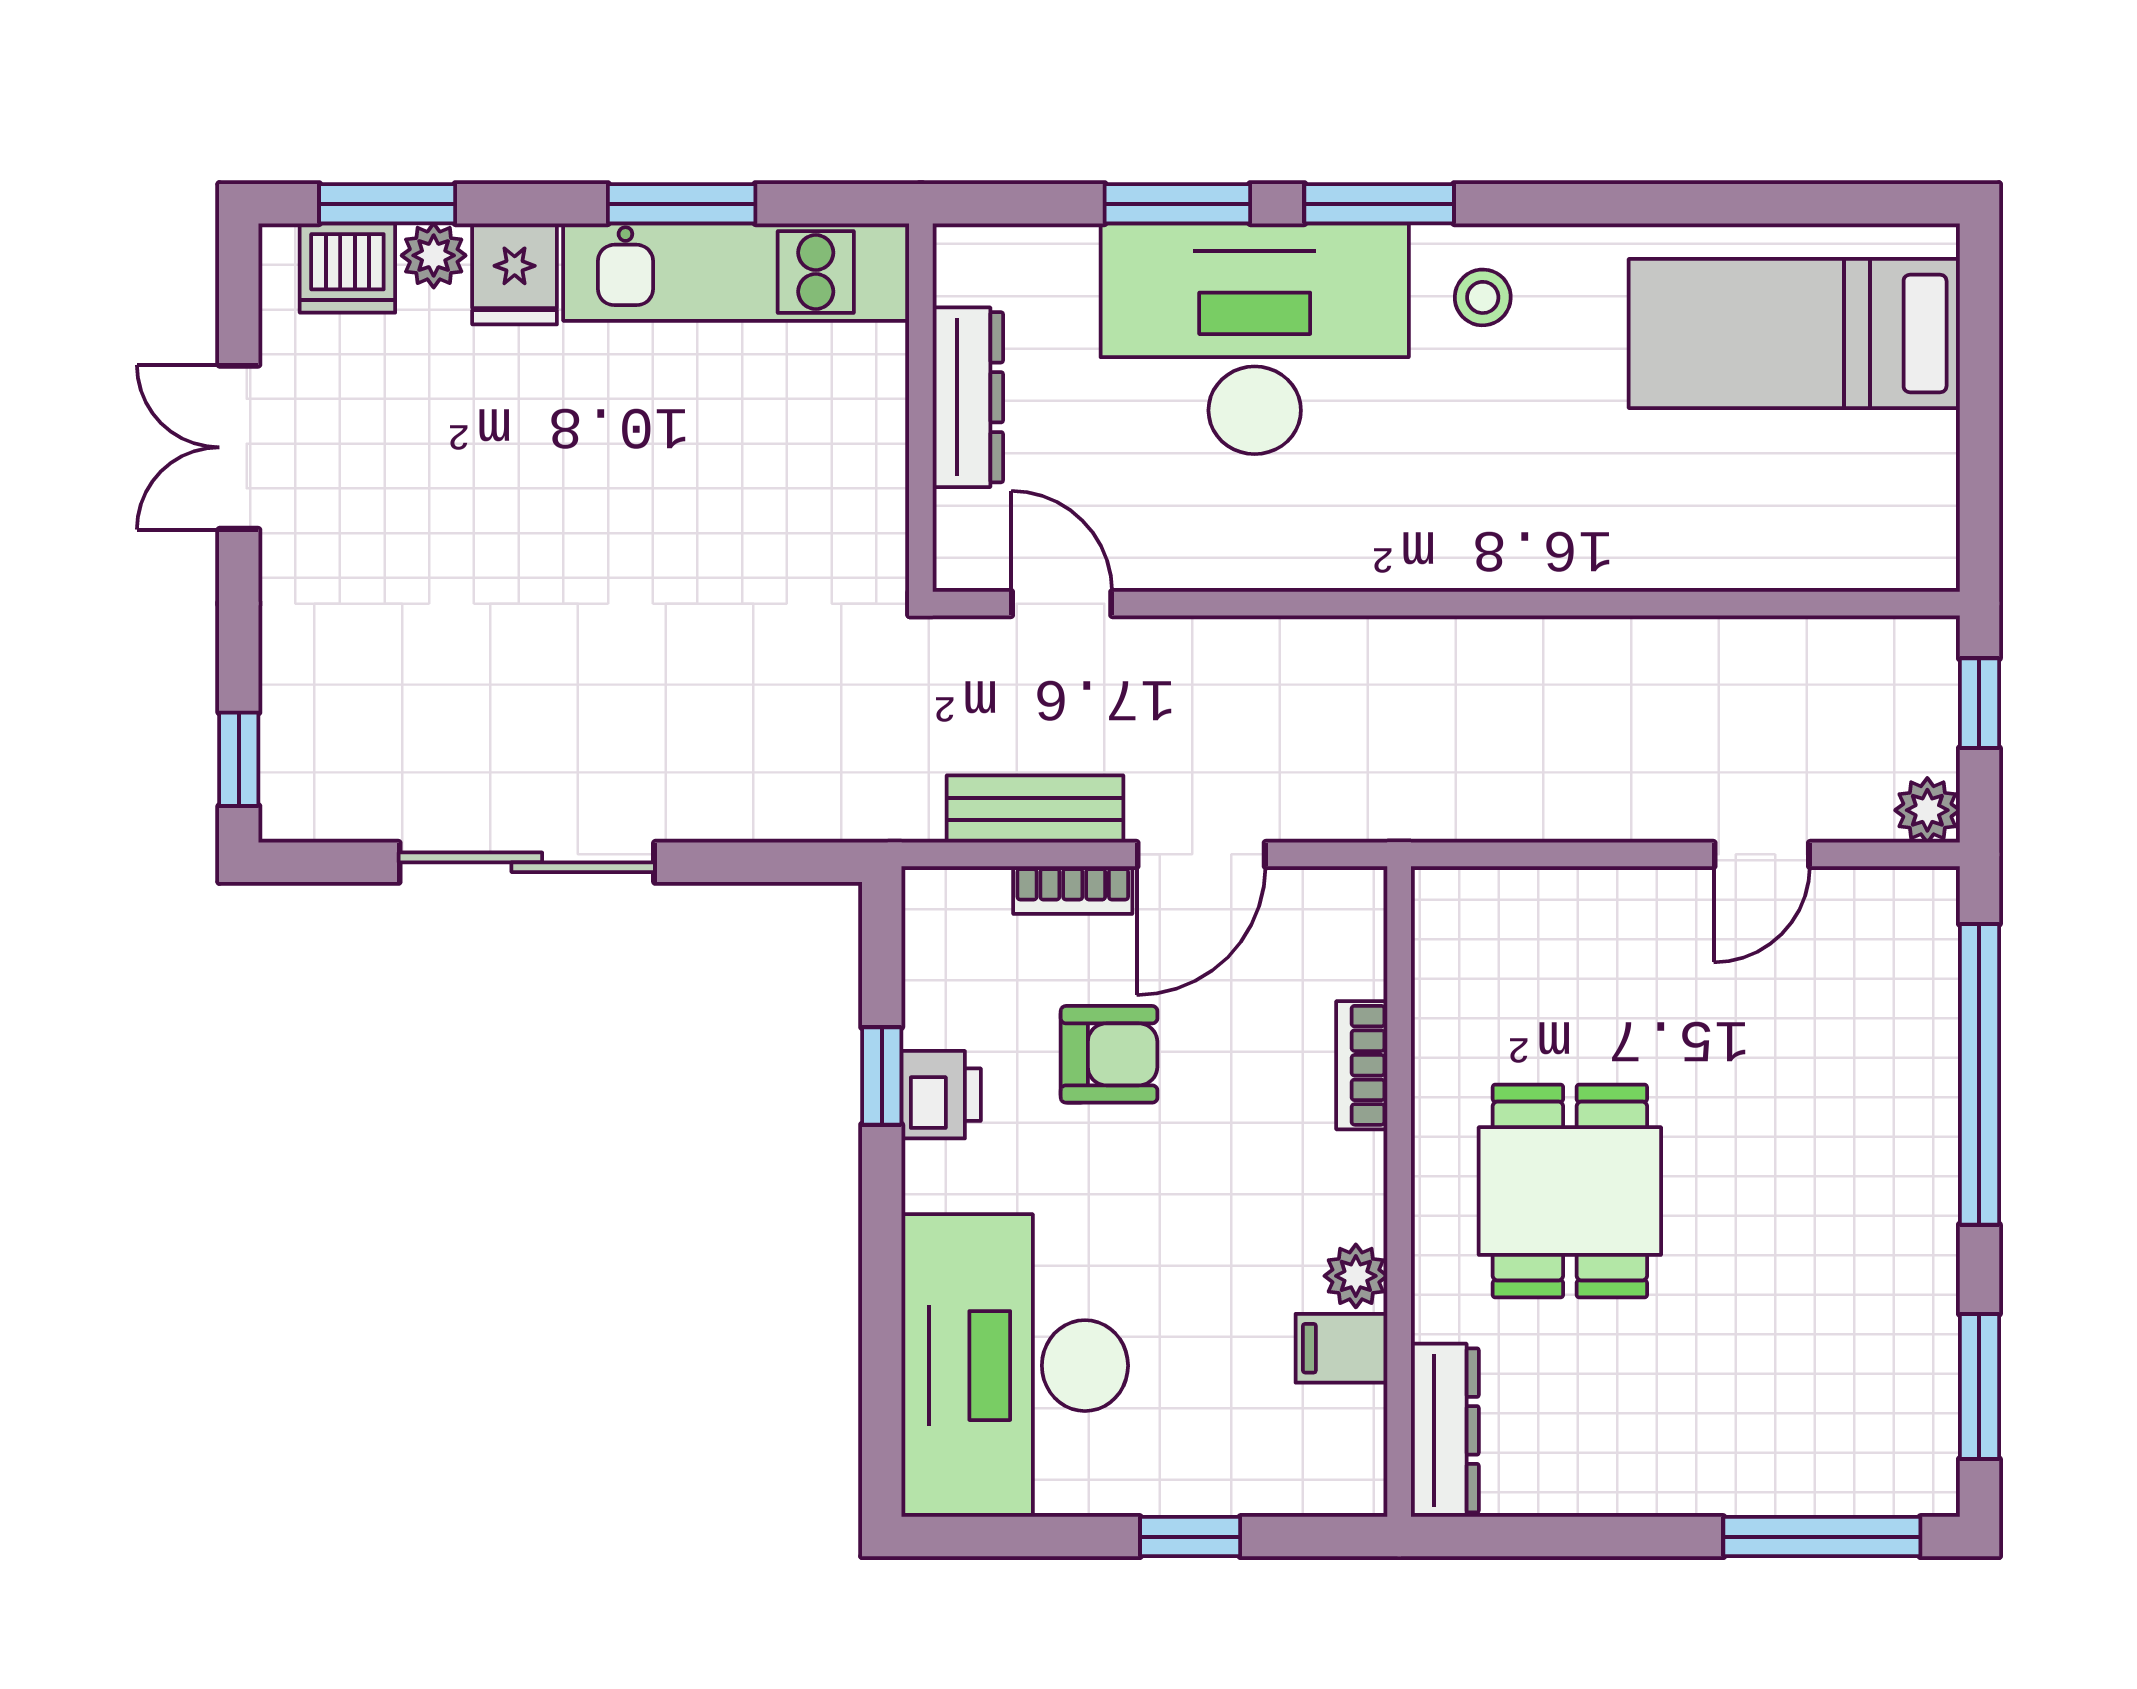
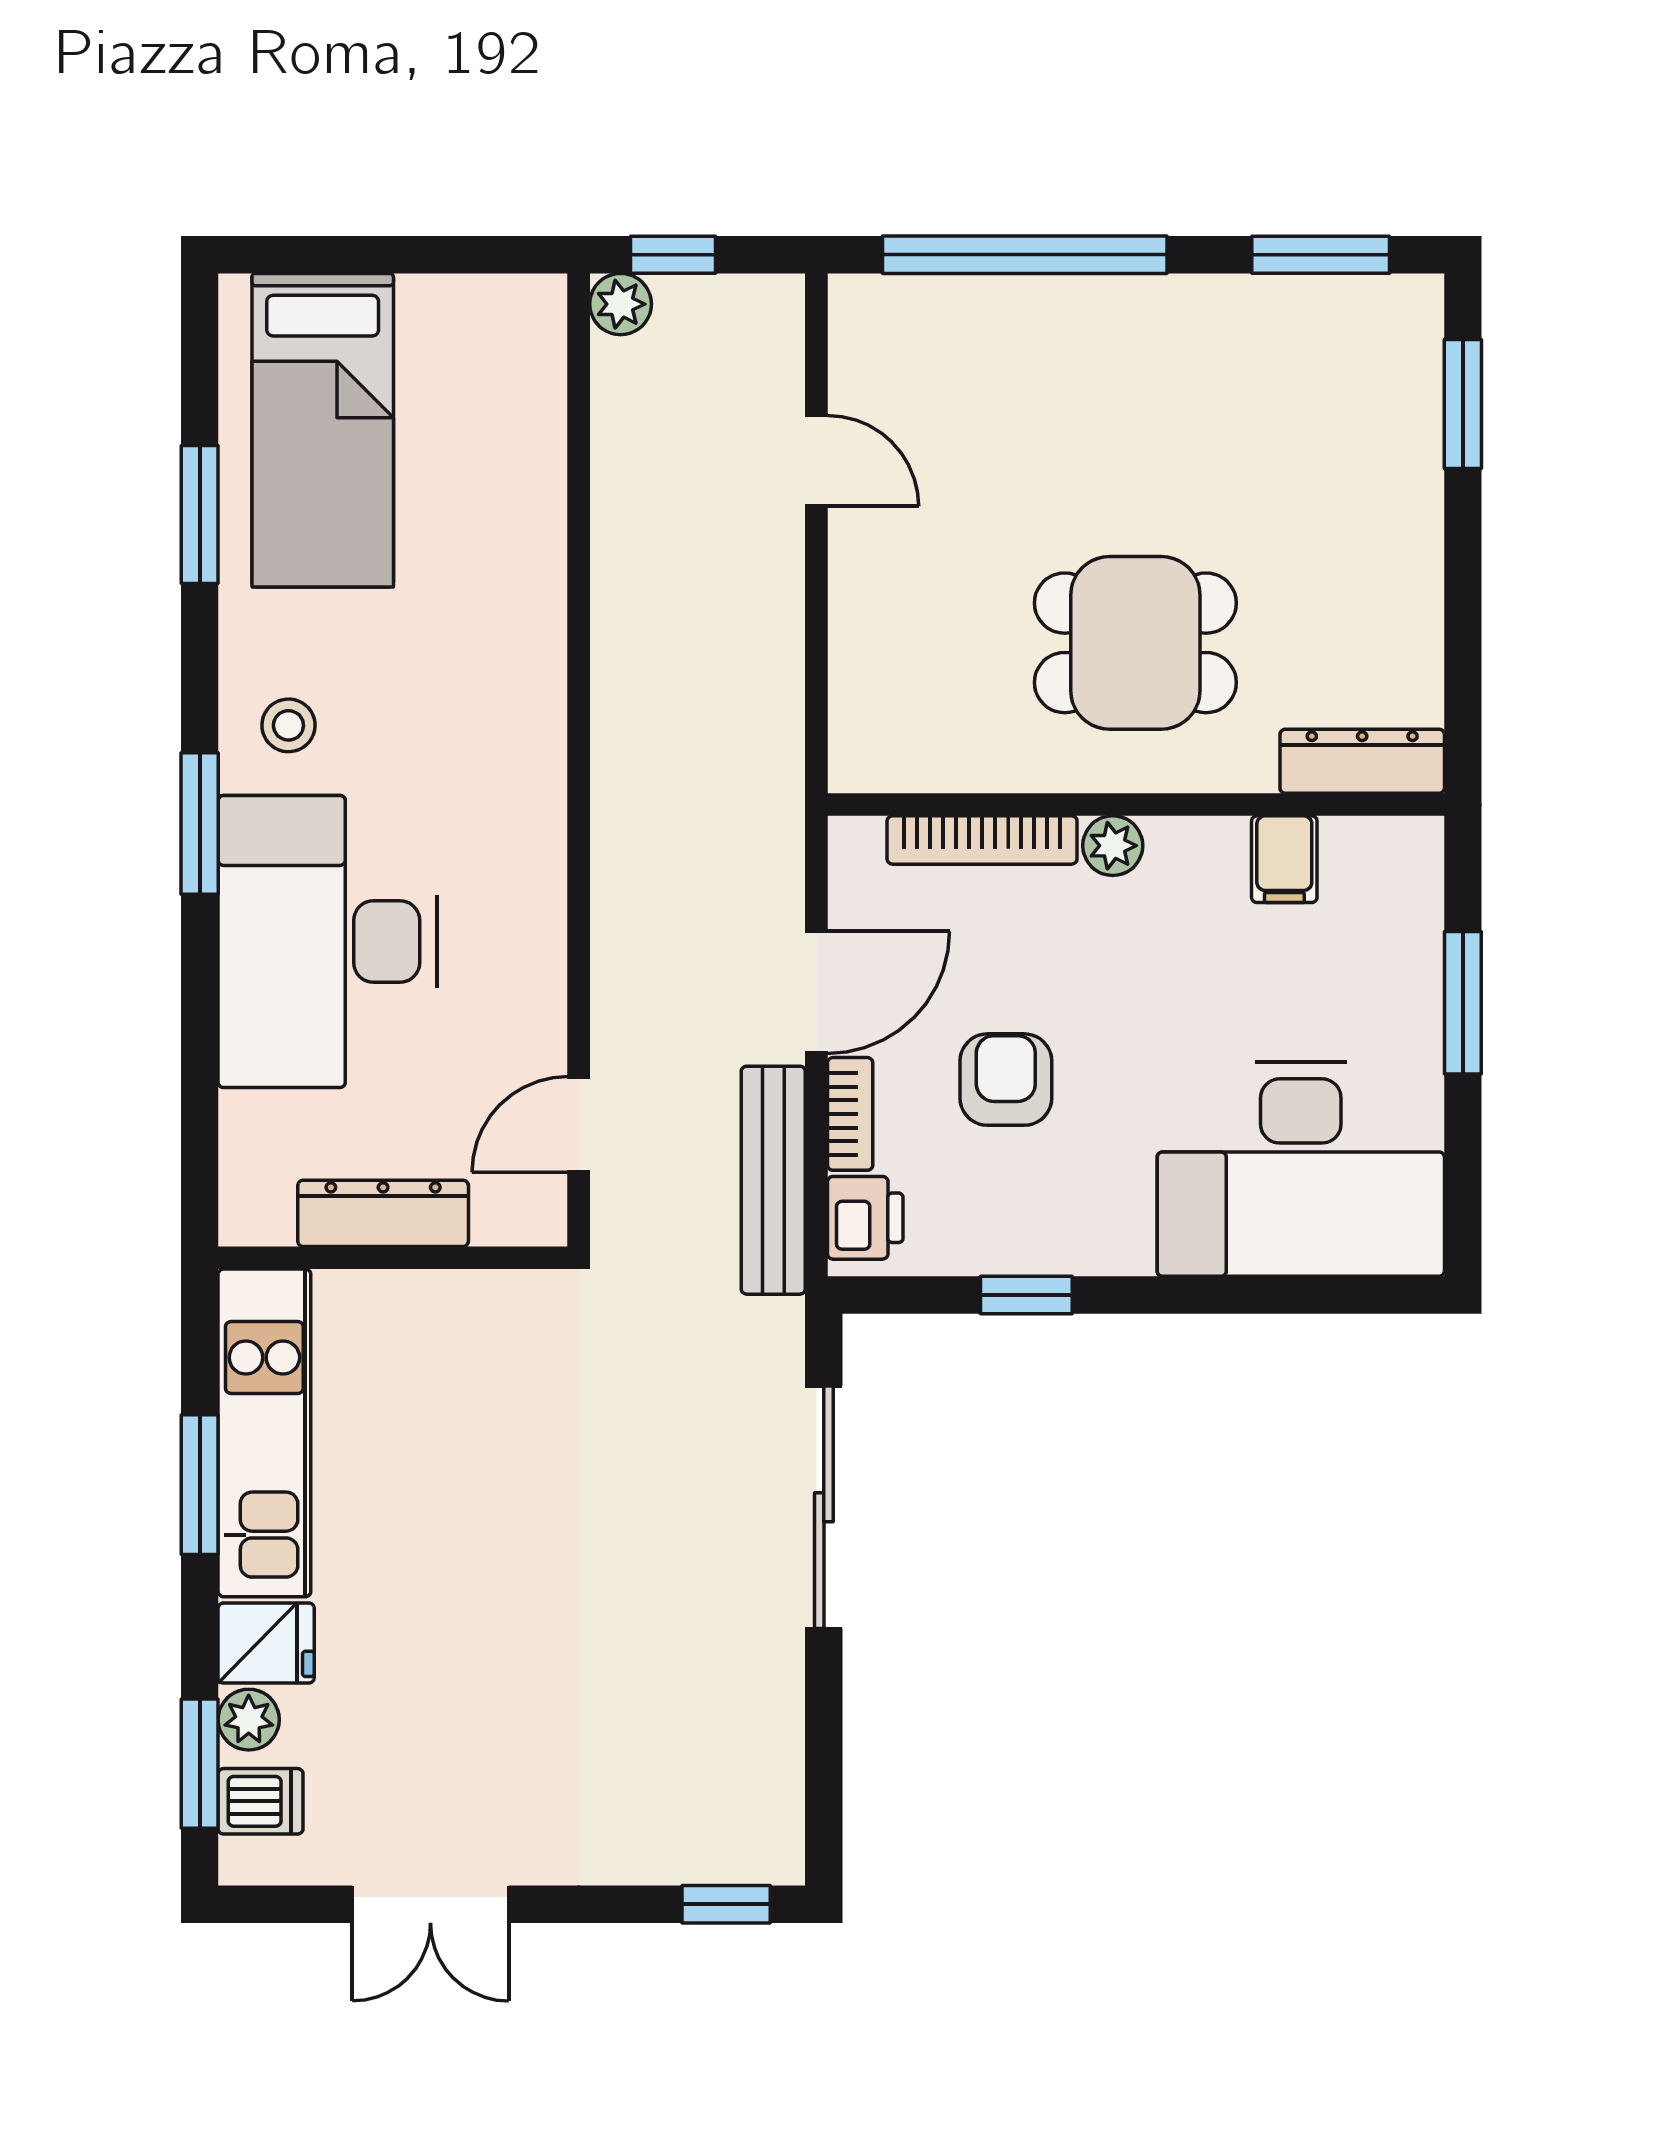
window: (1177, 204) -> (200, 514), moved
dishwasher: (347, 268) -> (261, 1801), width x0.73
bench: (1035, 809) -> (773, 1180), width x1.36
plant: (1927, 810) -> (621, 304), moved
door: (1201, 854) -> (816, 992), hinge flipped
sliding door: (527, 862) -> (824, 1507), moved
bookcase: (1362, 1065) -> (982, 840), width x1.56
printer: (941, 1095) -> (865, 1218), moved, turned 90
plant: (1356, 1276) -> (1113, 846), moved
window: (1190, 1537) -> (1463, 1003), width x1.50
window: (1822, 1537) -> (1463, 404), width x0.69

